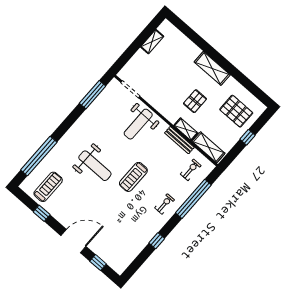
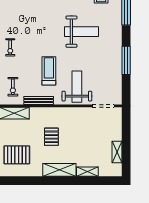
window: (93, 95) -> (126, 60), moved
shelving: (186, 129) -> (87, 172), moved
weight bench: (95, 166) -> (81, 32), turned 180
treadmill: (133, 177) -> (49, 71), moved

